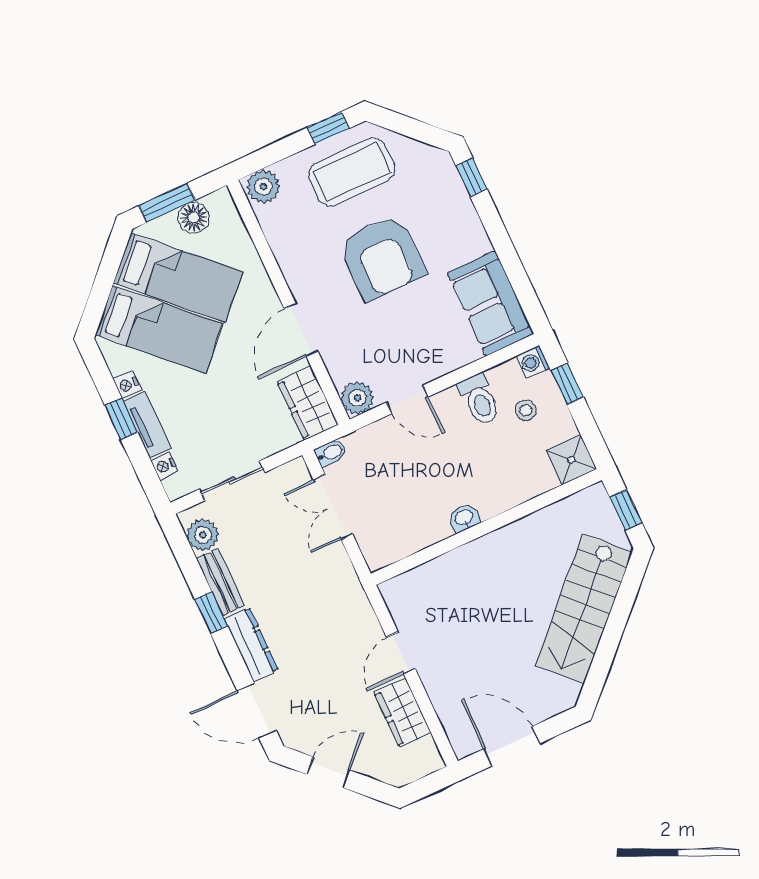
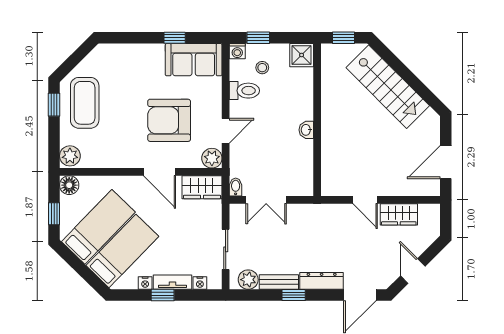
window: (472, 177) -> (175, 38), moved
window: (167, 203) -> (54, 214), width x0.67
floor lamp: (194, 218) -> (69, 185), moved
armchair: (382, 258) -> (169, 120), moved, turned 180

